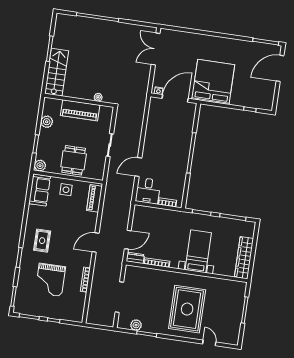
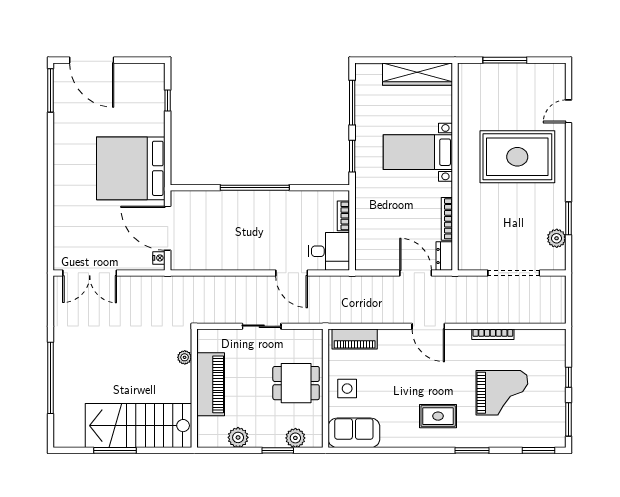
stairs: (57, 72) -> (138, 426), width x1.36, depth x1.51
plant: (40, 166) -> (295, 438), moved

